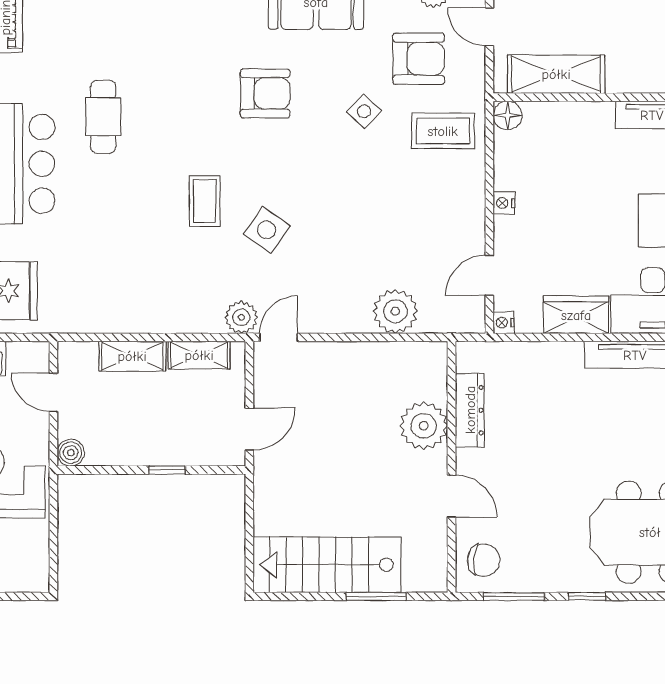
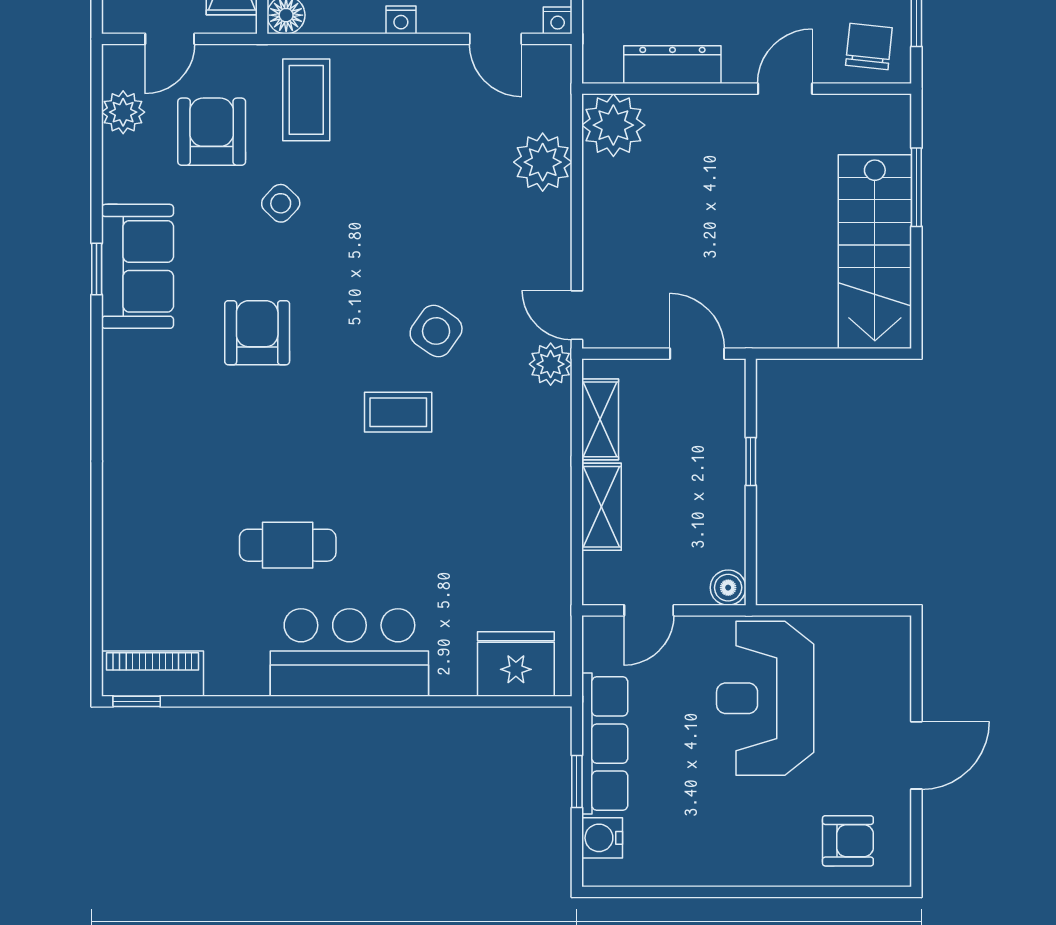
plant: (424, 426) -> (613, 125), moved

